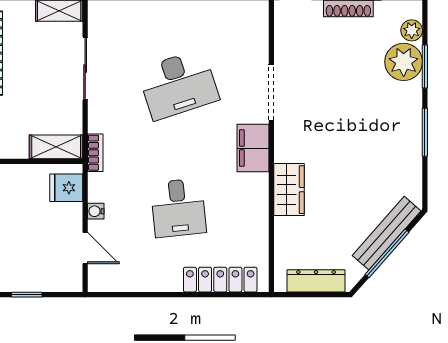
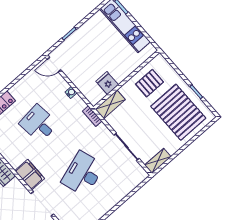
fridge: (66, 188) -> (107, 83), moved, turned -90
door: (85, 248) -> (54, 65), moved

